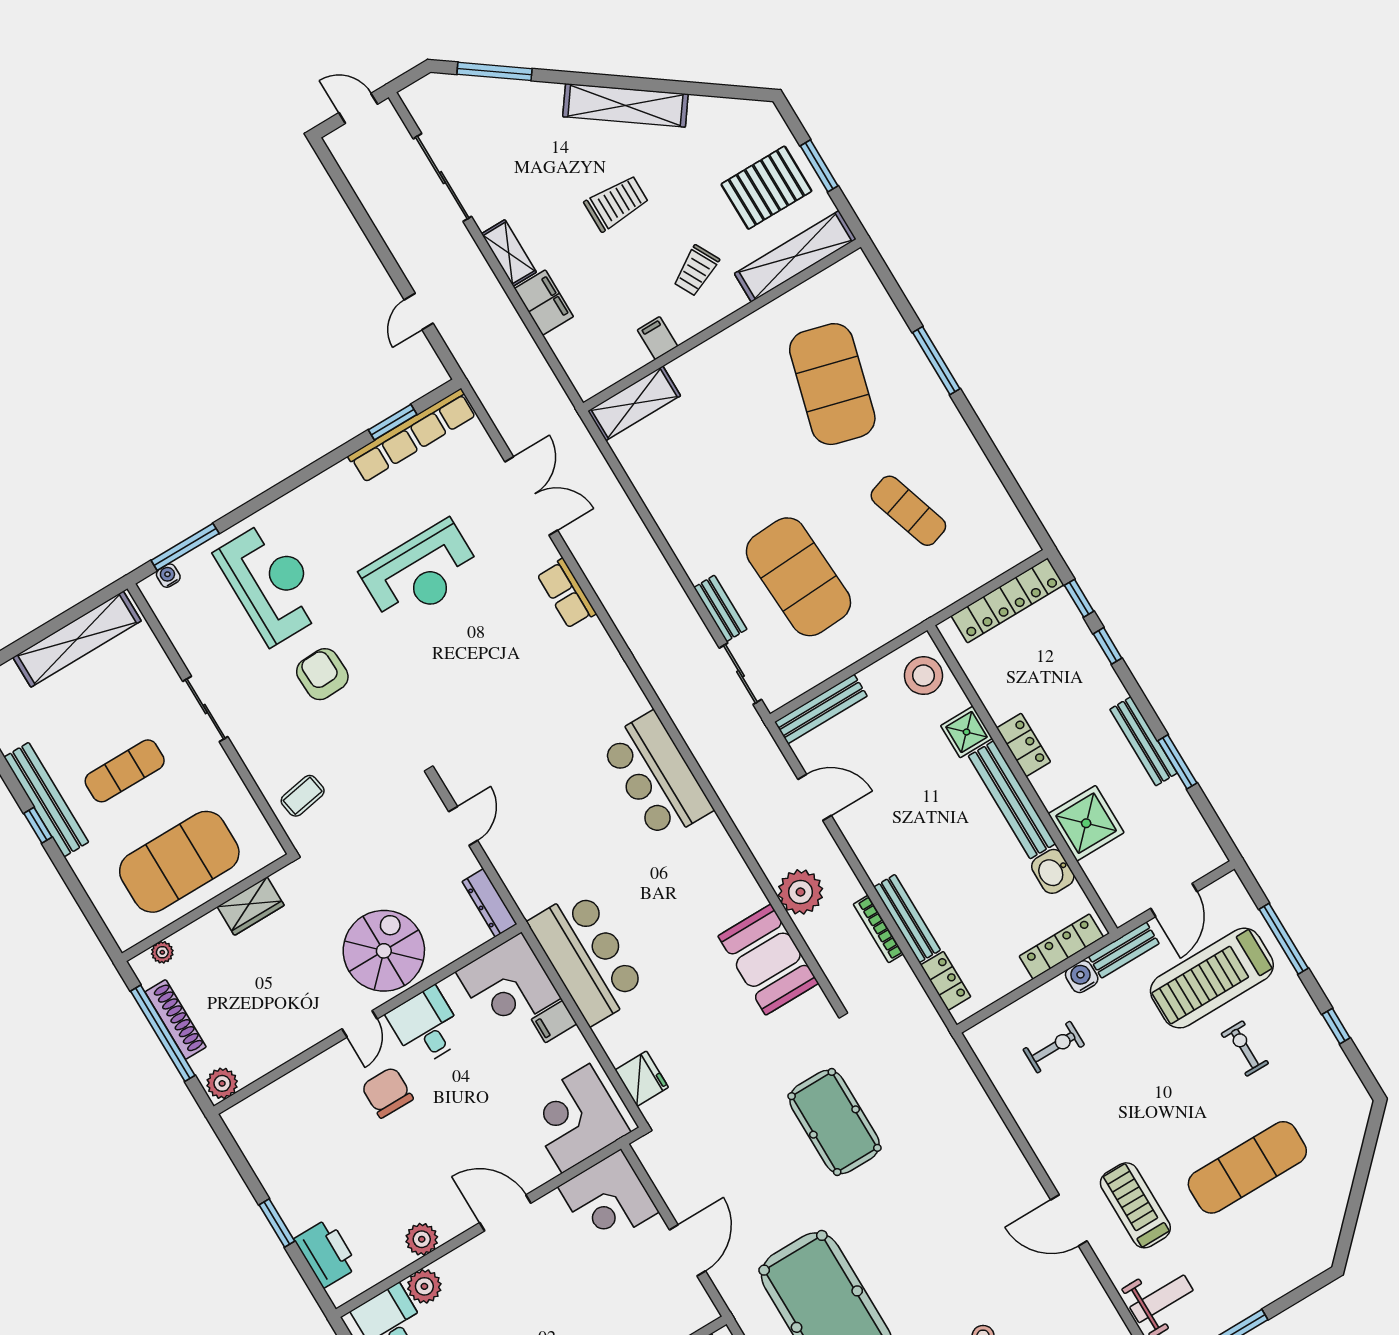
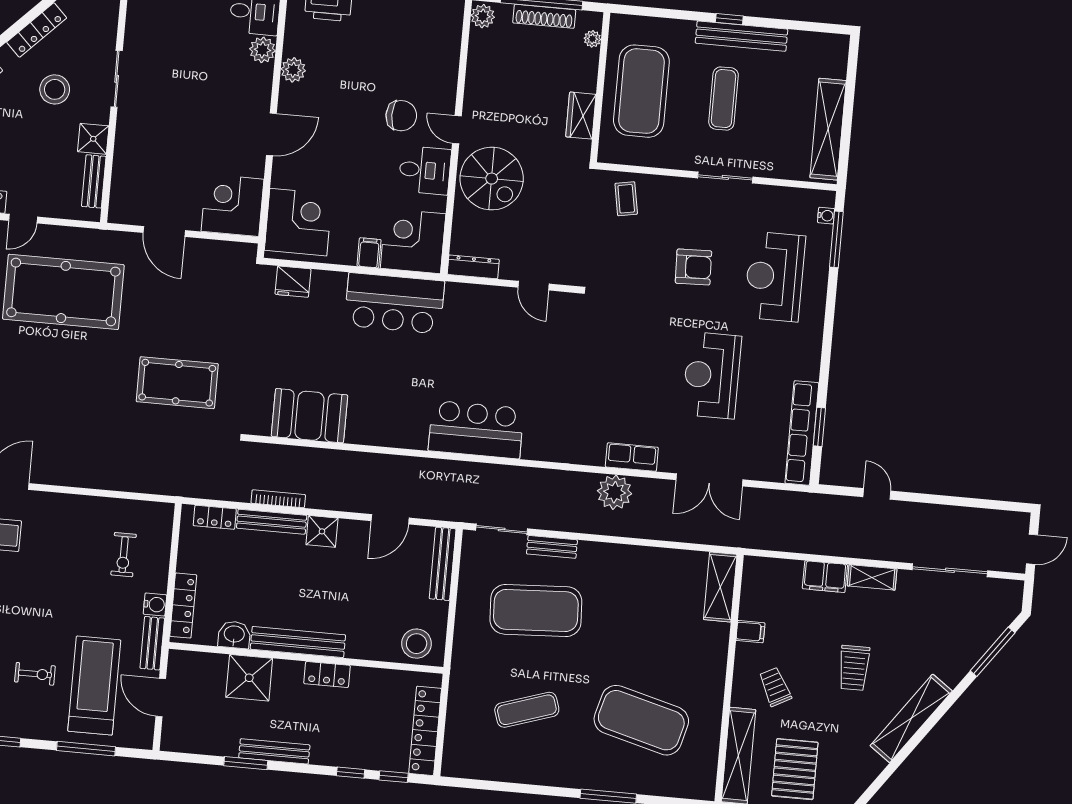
reception desk: (271, 583) -> (775, 277), turned 90
shower: (967, 732) -> (322, 531), moved
plant: (800, 892) -> (615, 492), moved

